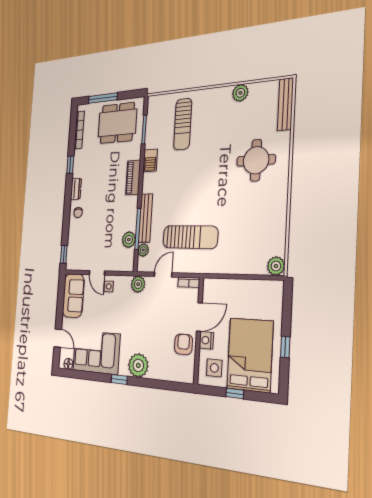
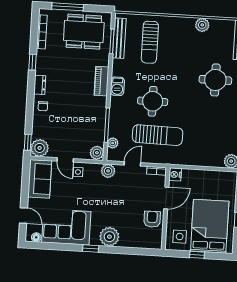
barbecue: (150, 160) -> (117, 86), moved
round table: (185, 196) -> (153, 101), added
bench: (146, 218) -> (119, 38), moved
plant: (129, 240) -> (97, 153), moved
plant: (74, 260) -> (40, 148), added
nightstand: (206, 340) -> (175, 174), moved

